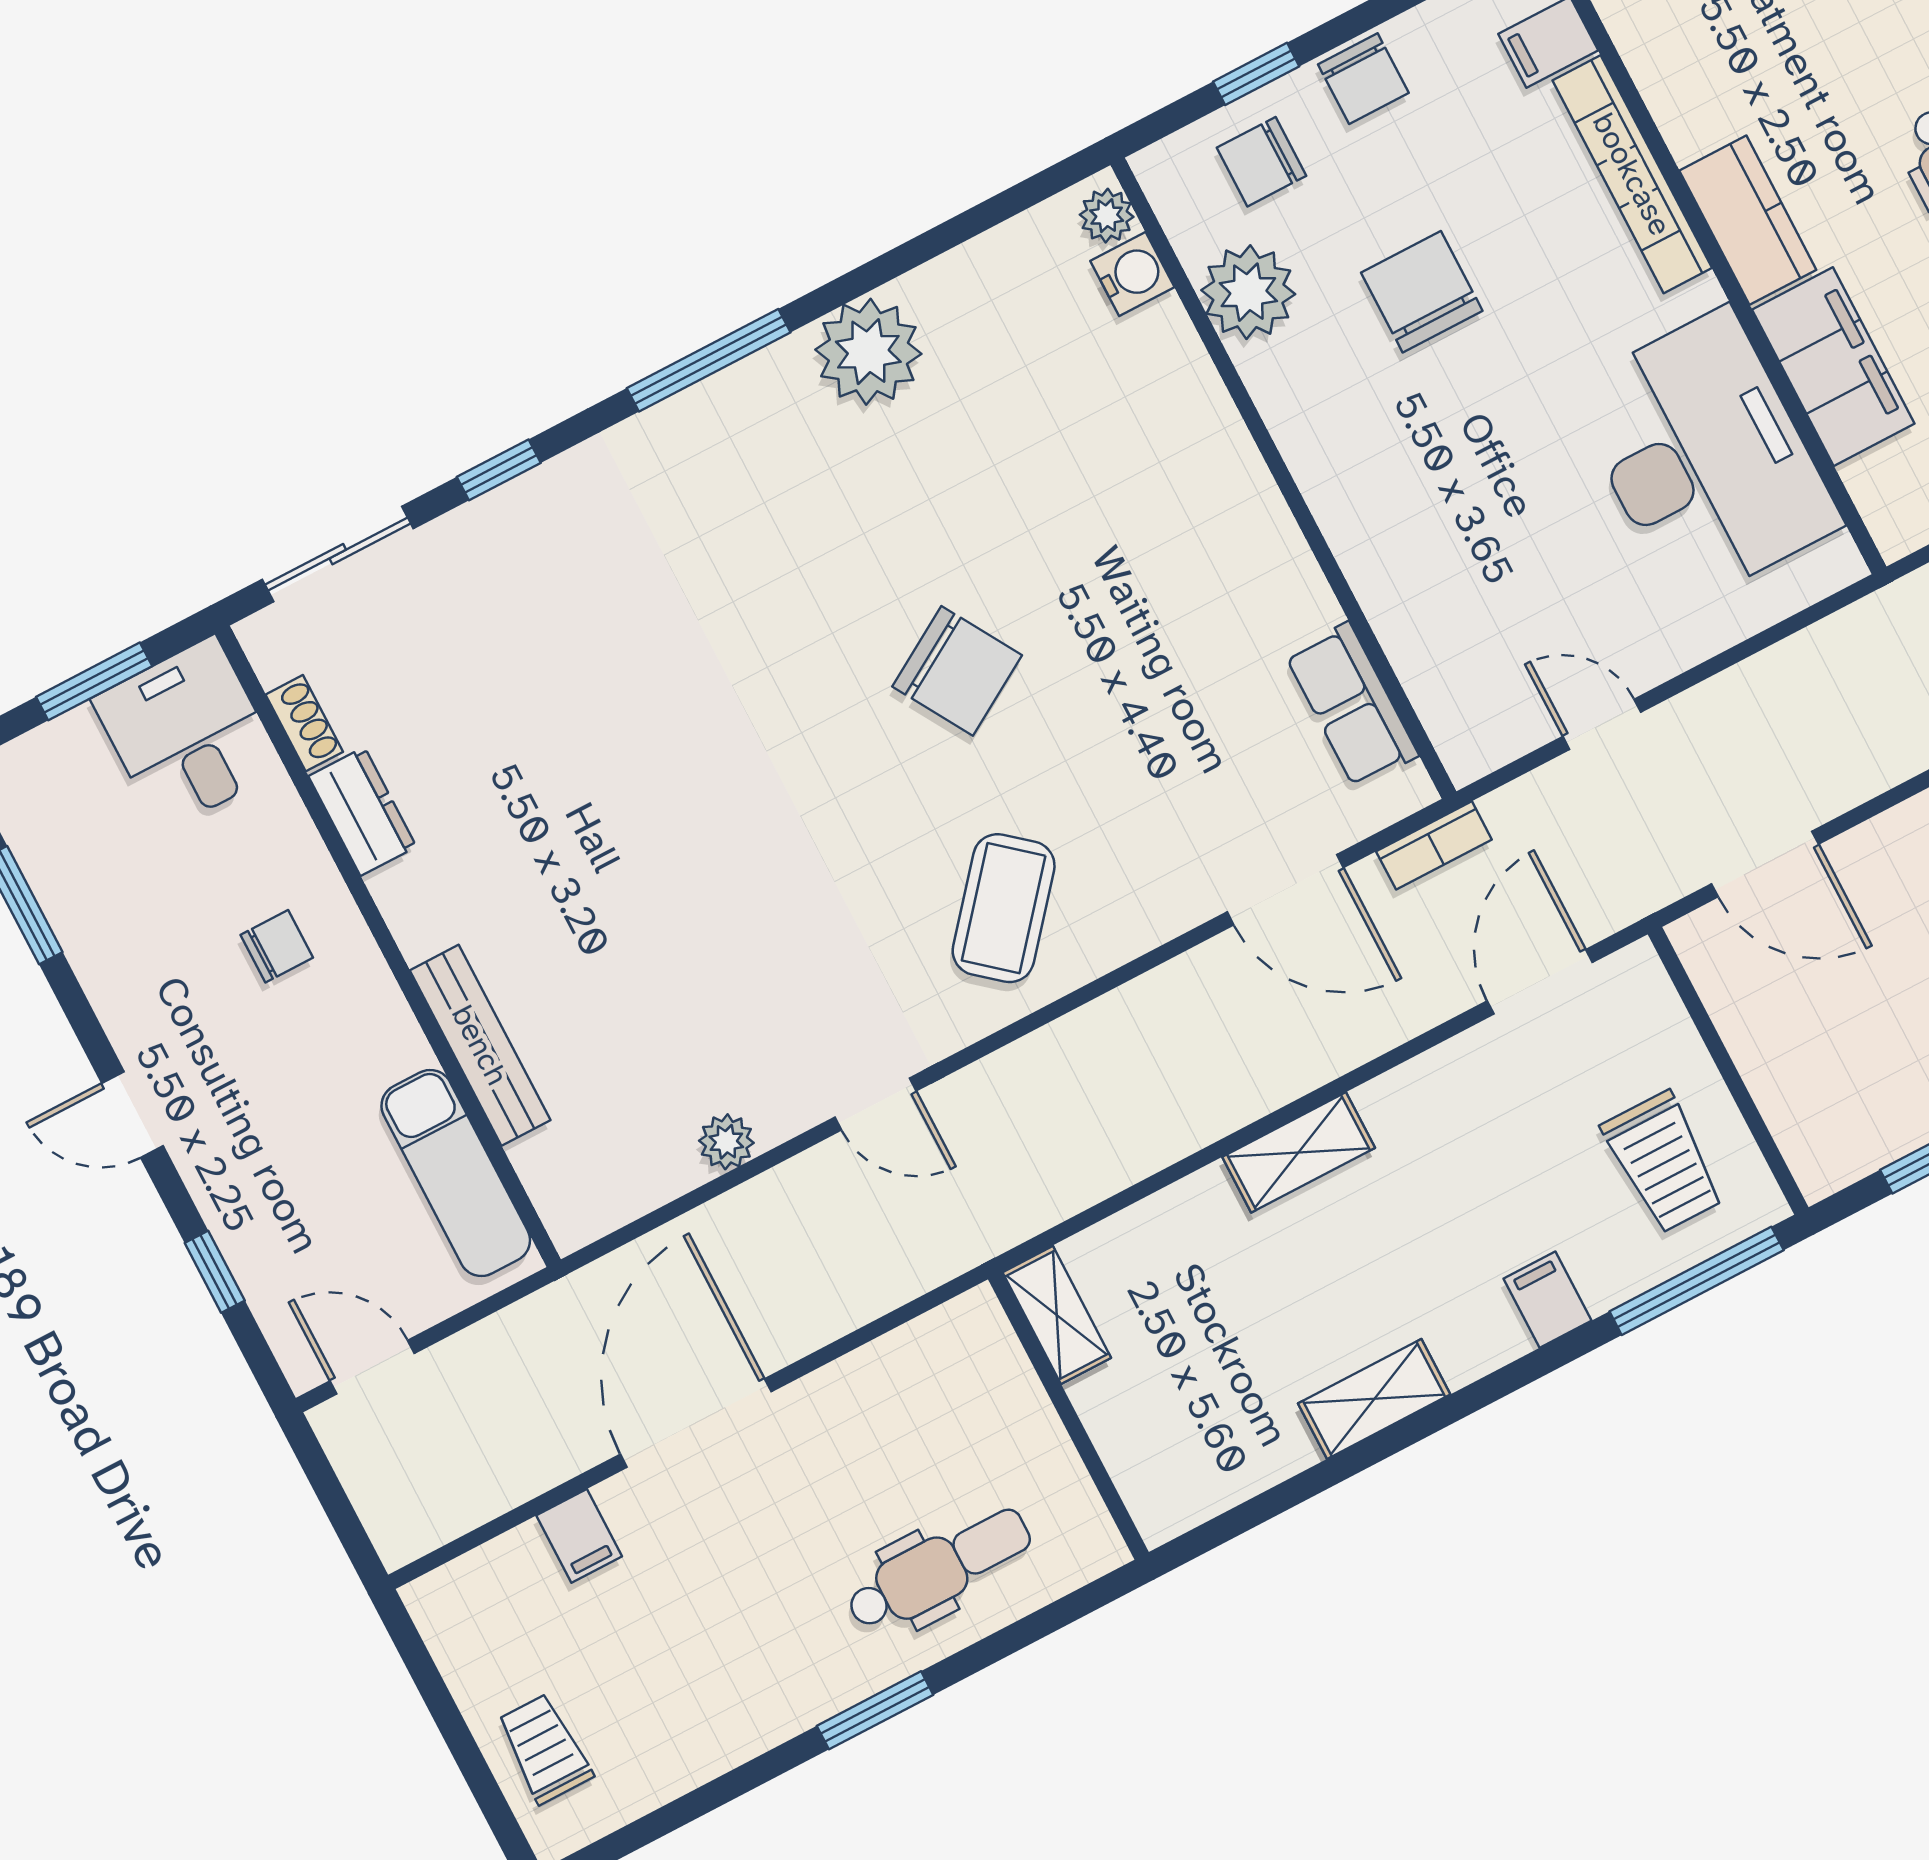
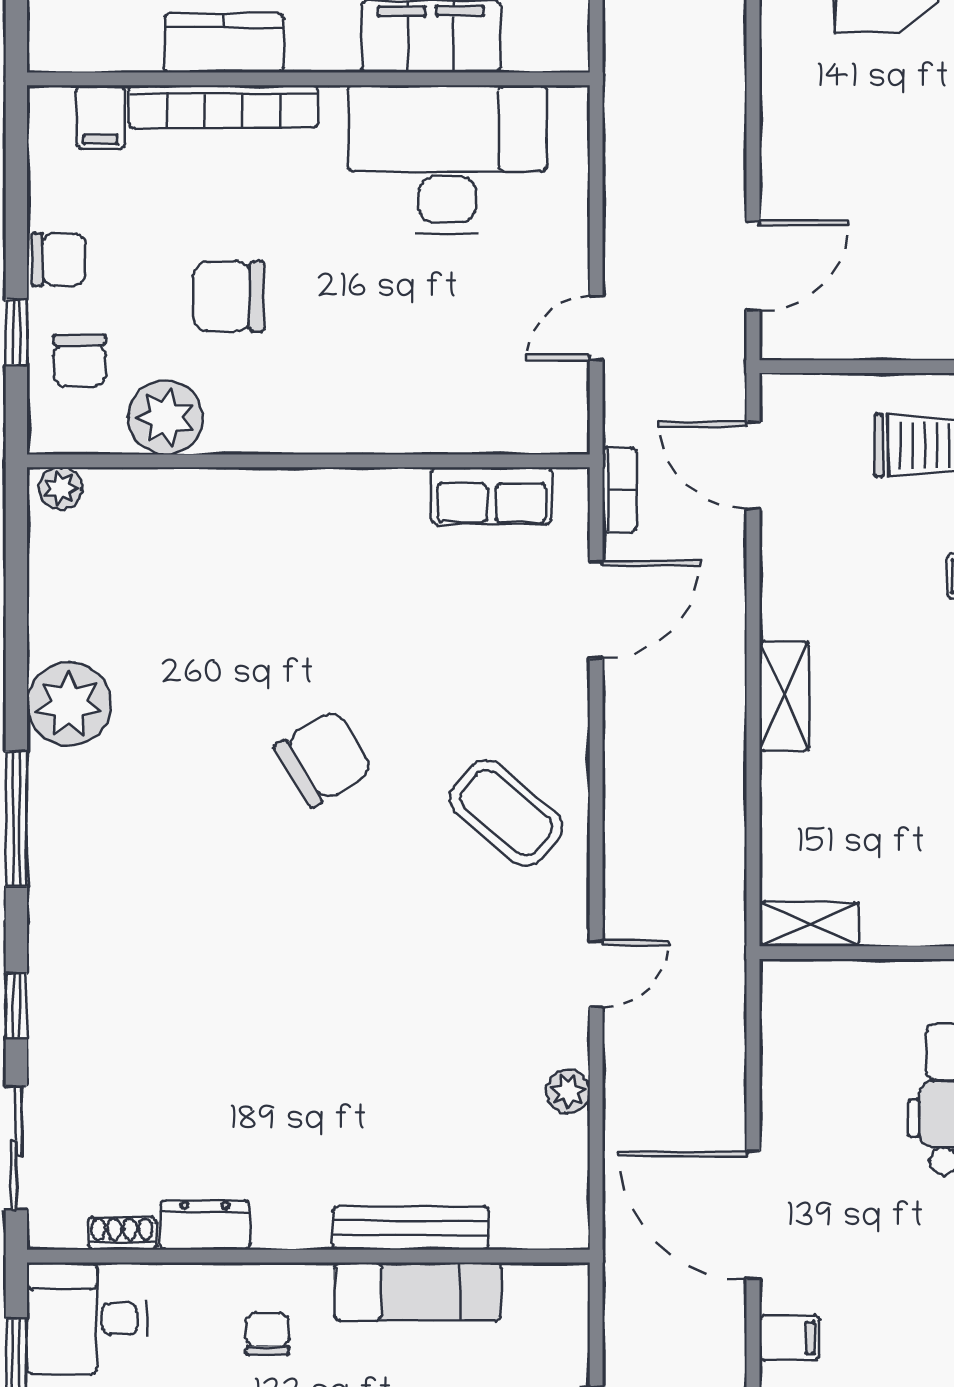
kitchen counter: (1748, 220) -> (224, 43), moved
water cooler: (1132, 274) -> (111, 492), removed
exam couch: (456, 1173) -> (418, 1292), moved

